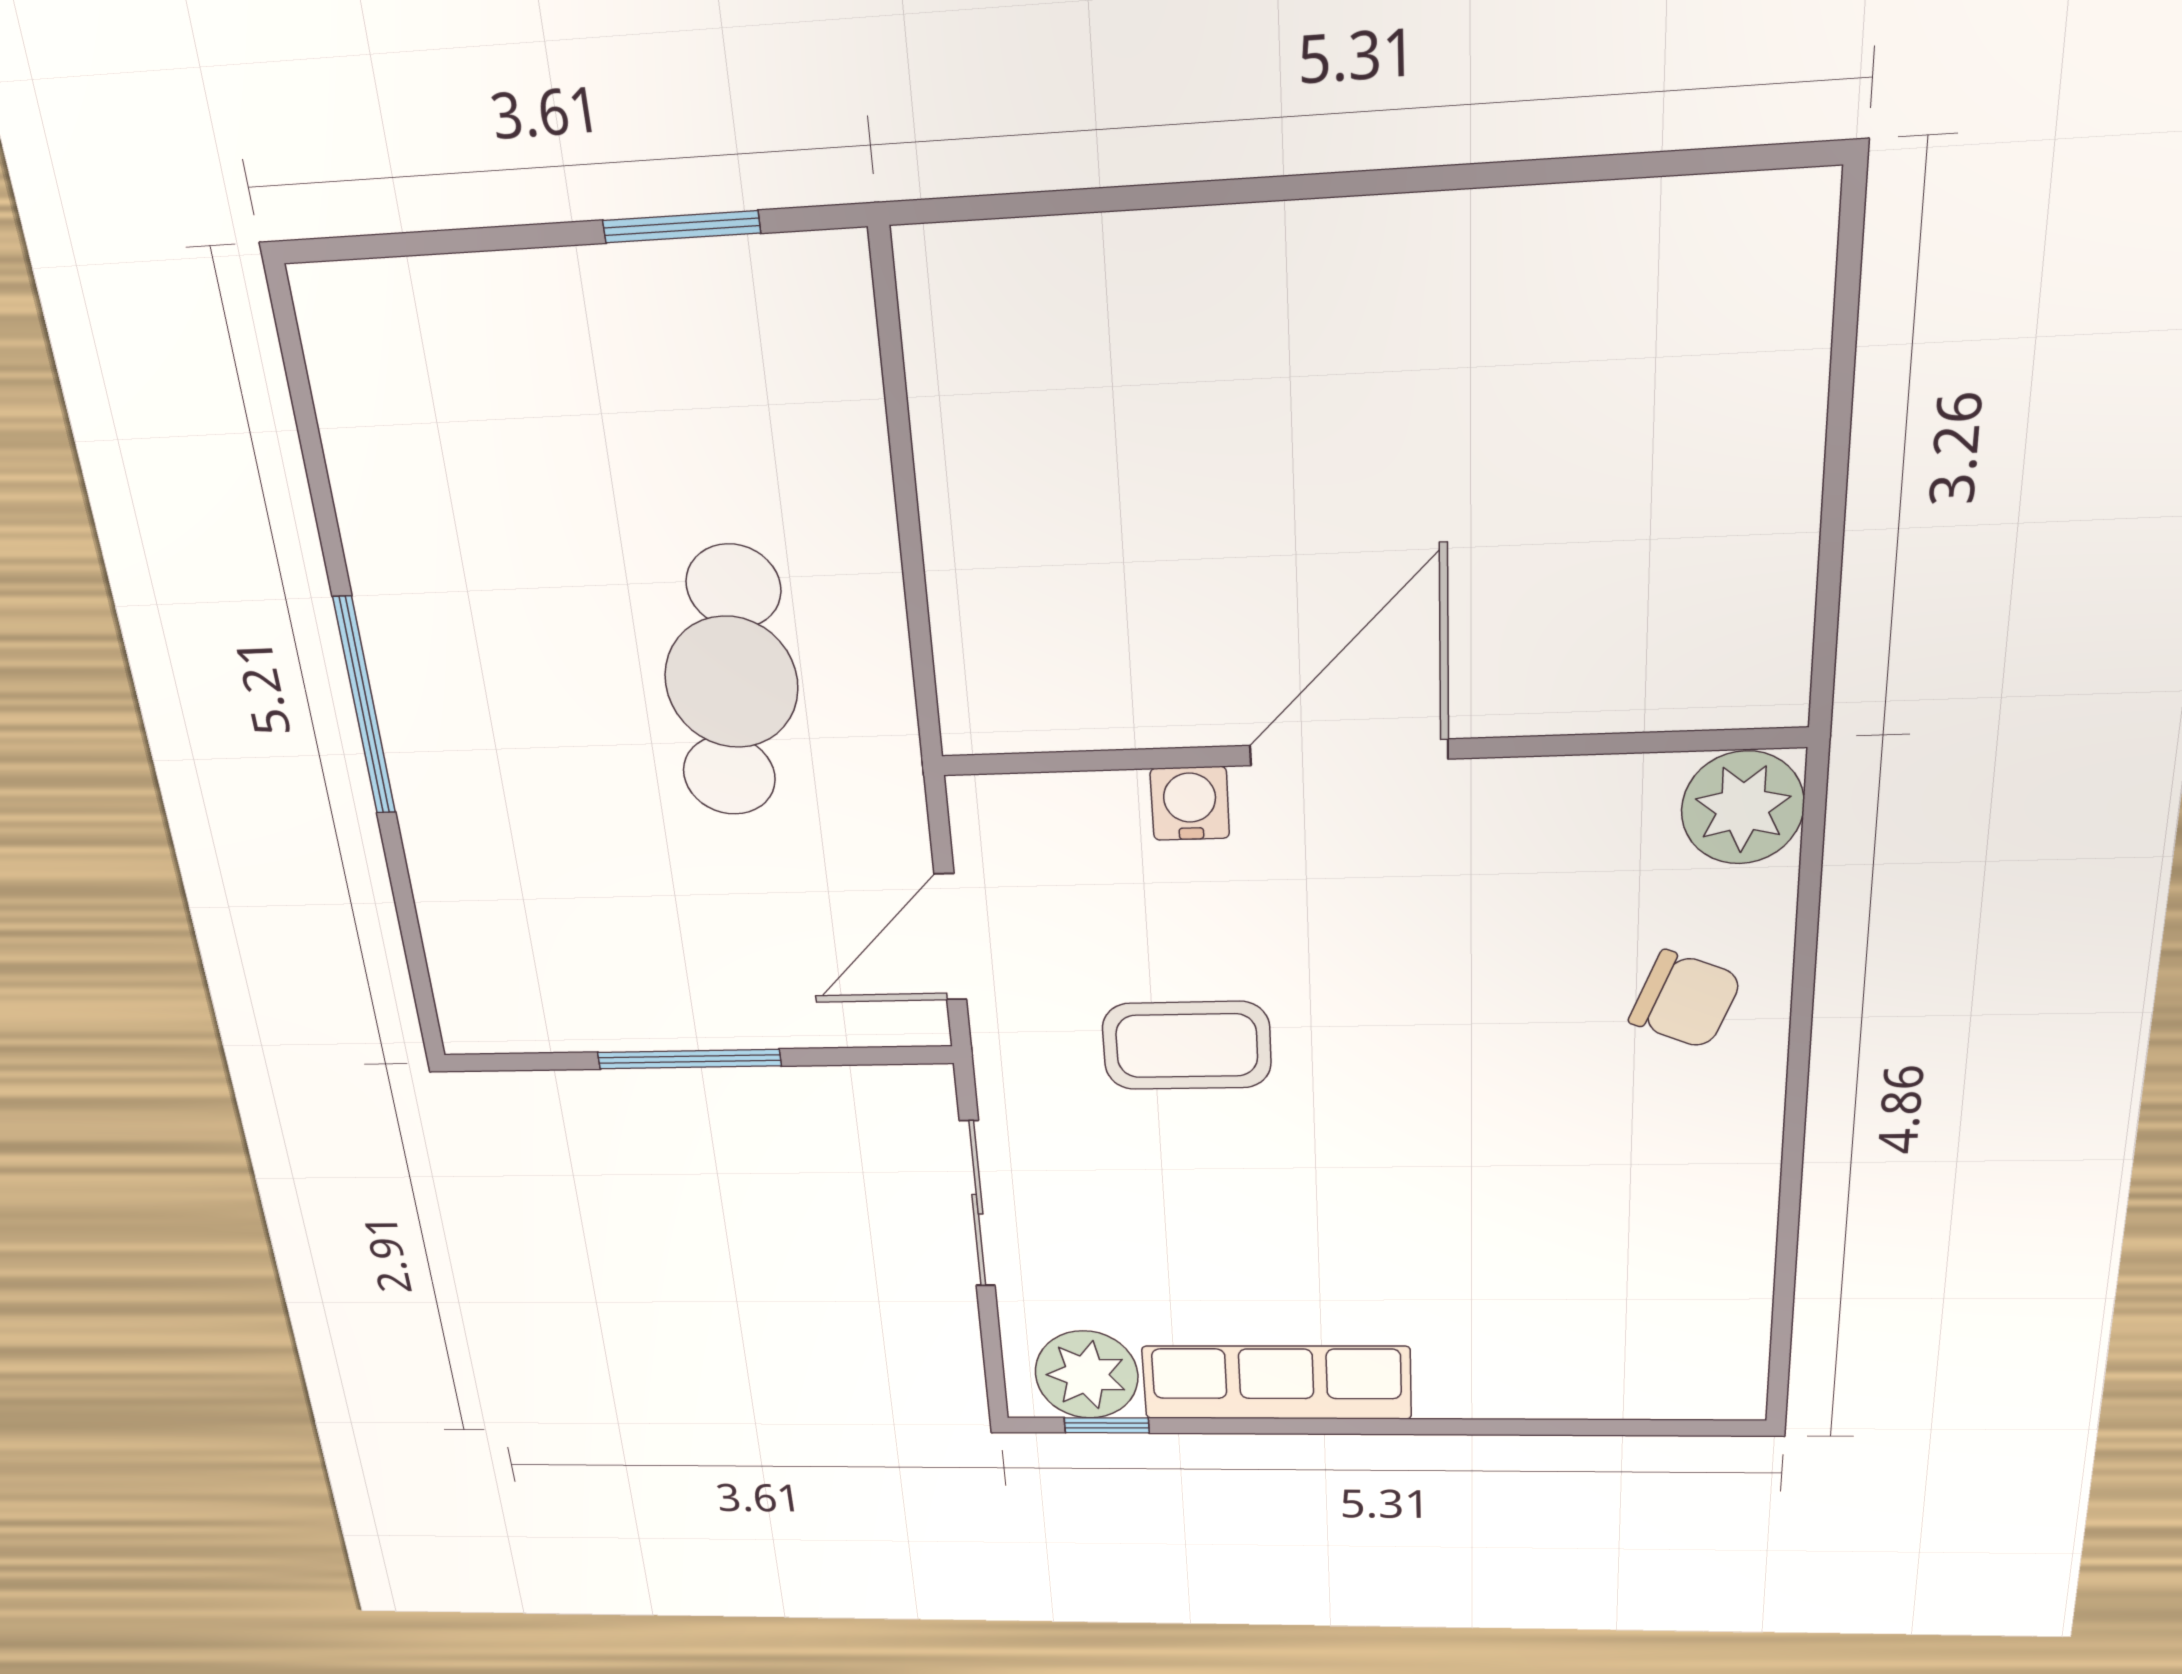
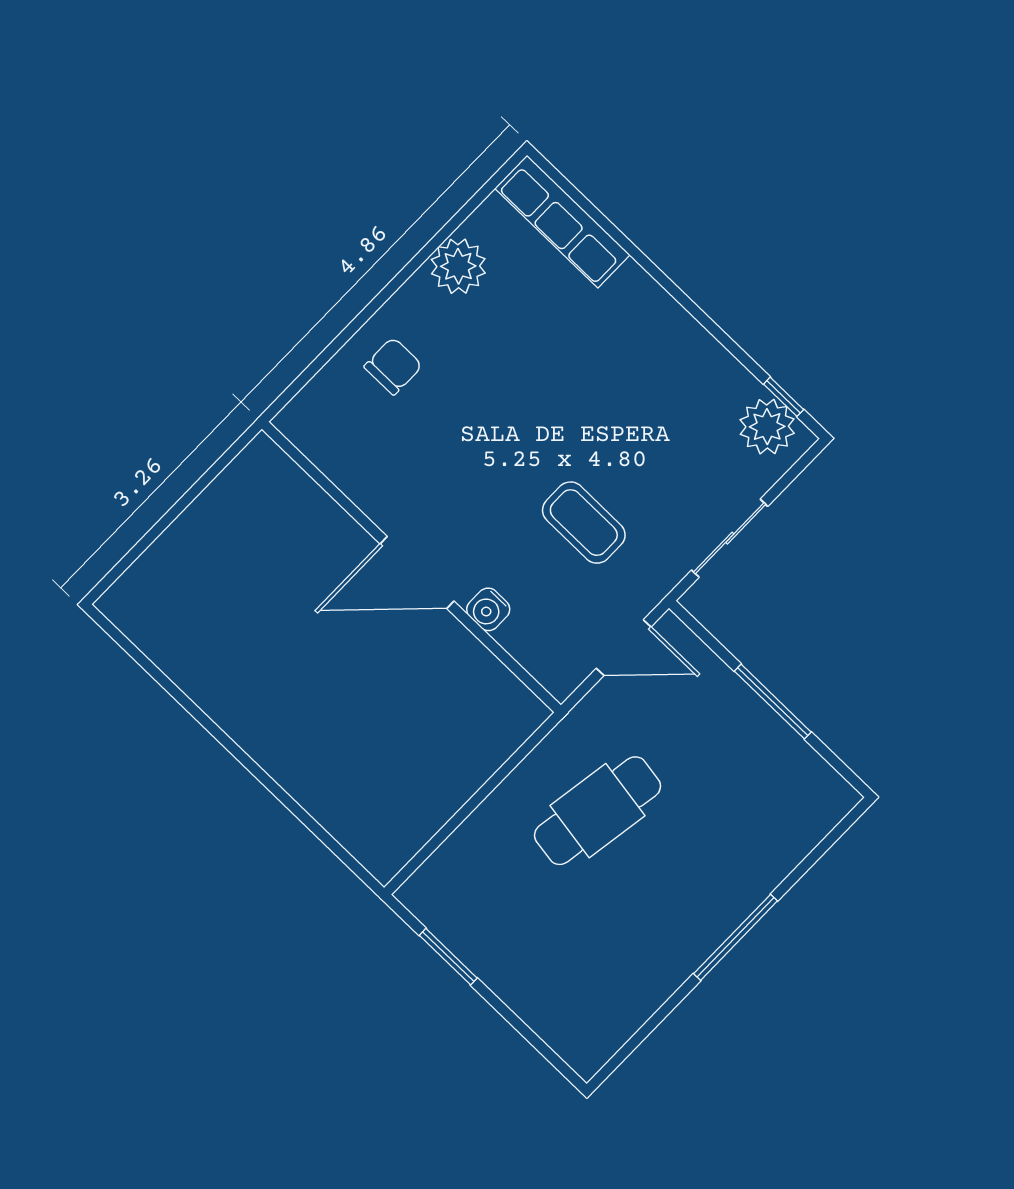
plant: (1743, 808) -> (458, 266), moved
chair: (1685, 1000) -> (393, 366), turned 68
row of seats: (1276, 1383) -> (562, 222), moved

